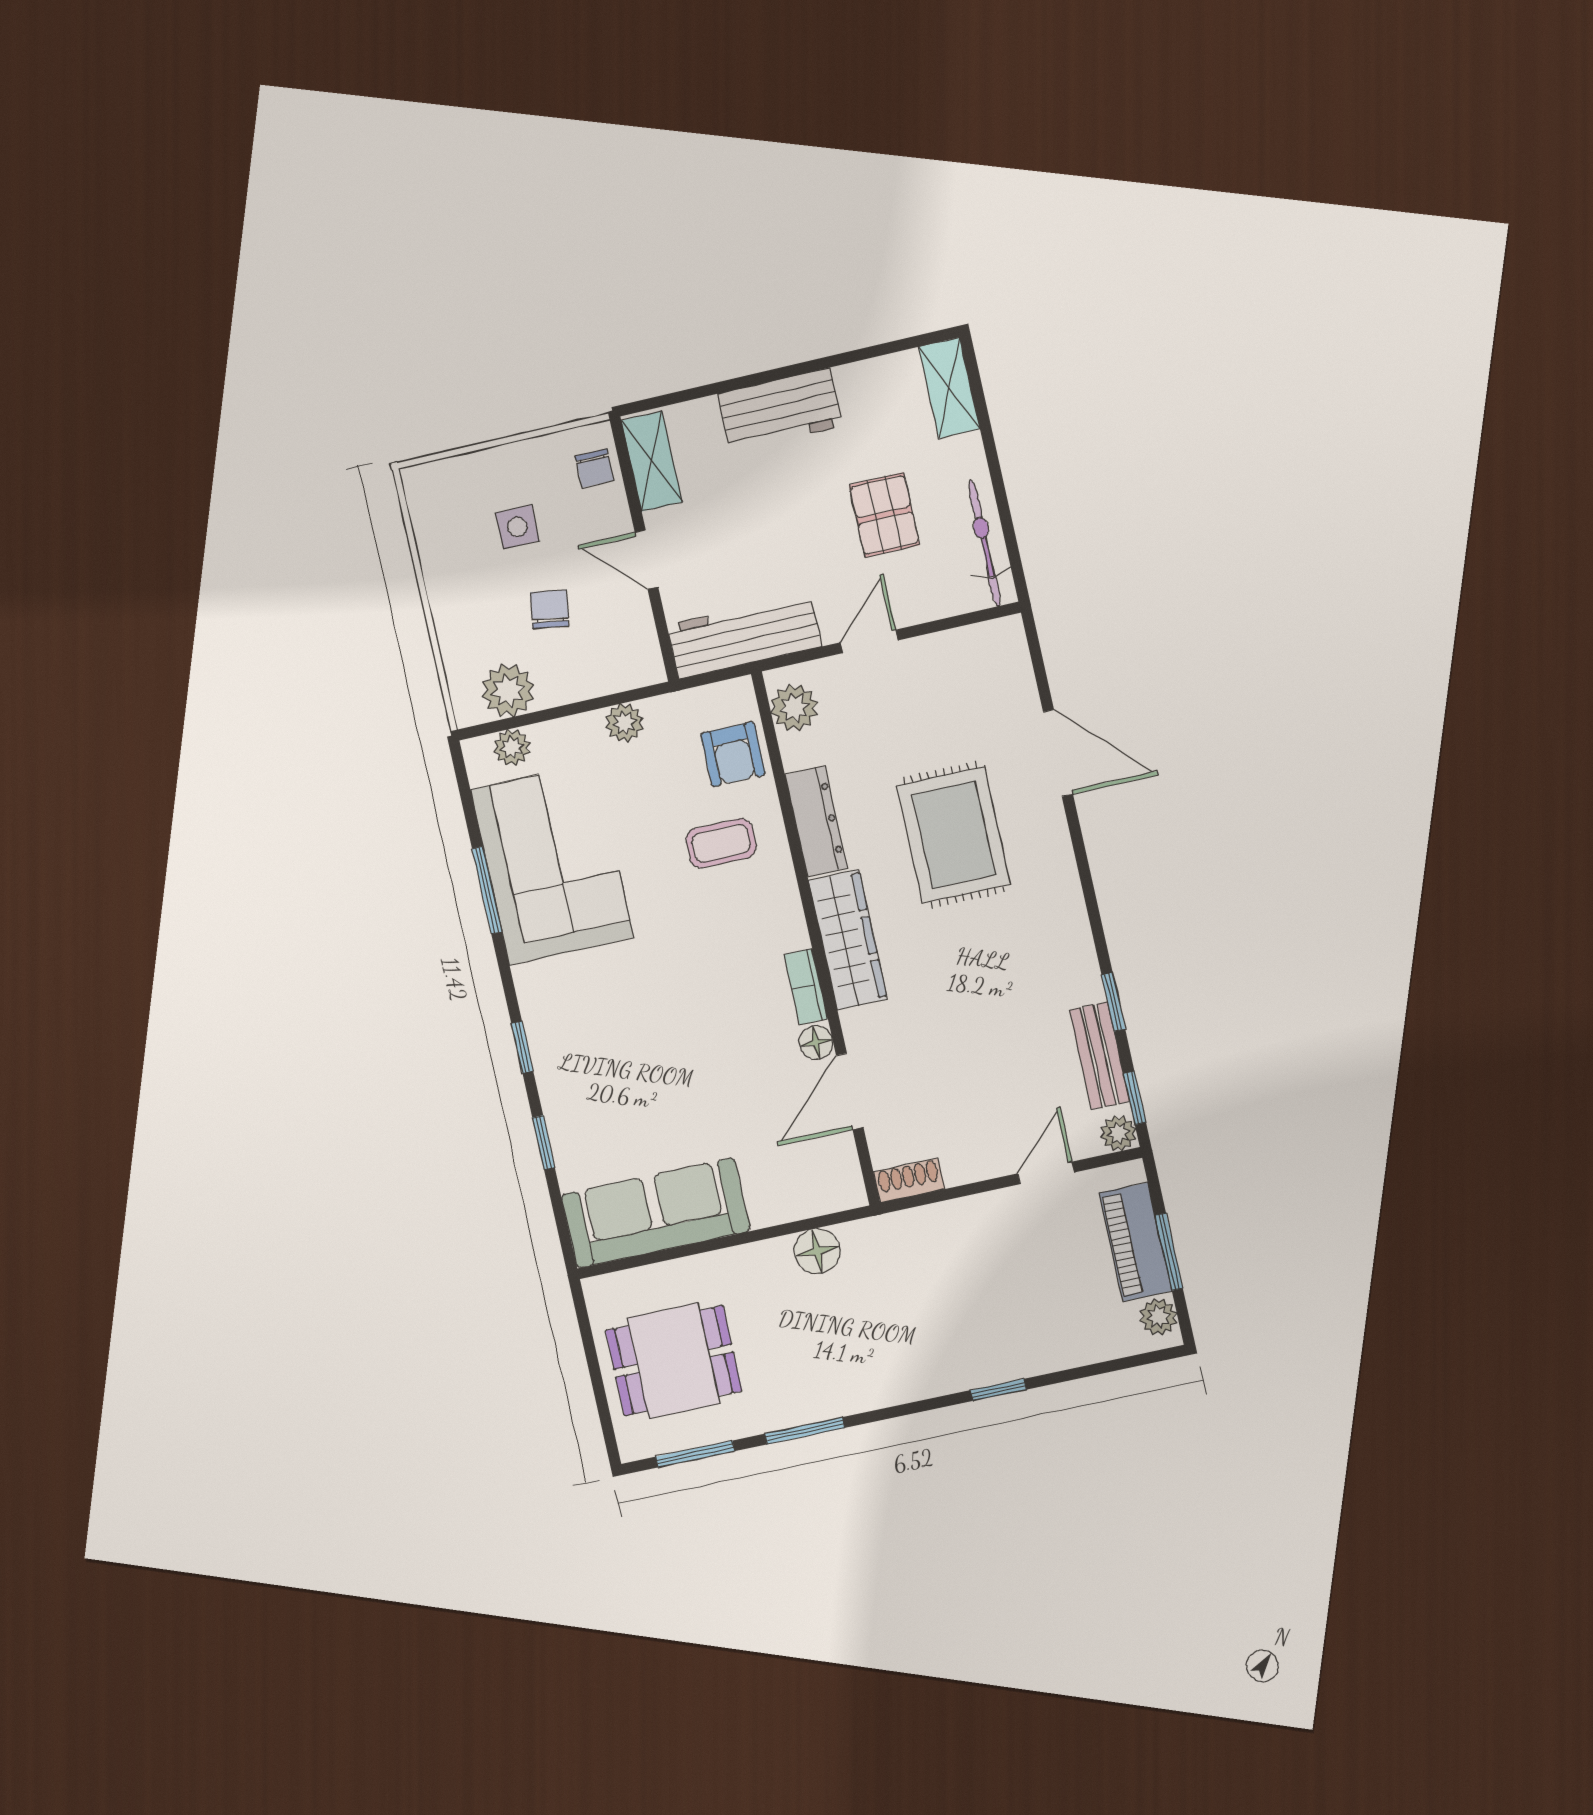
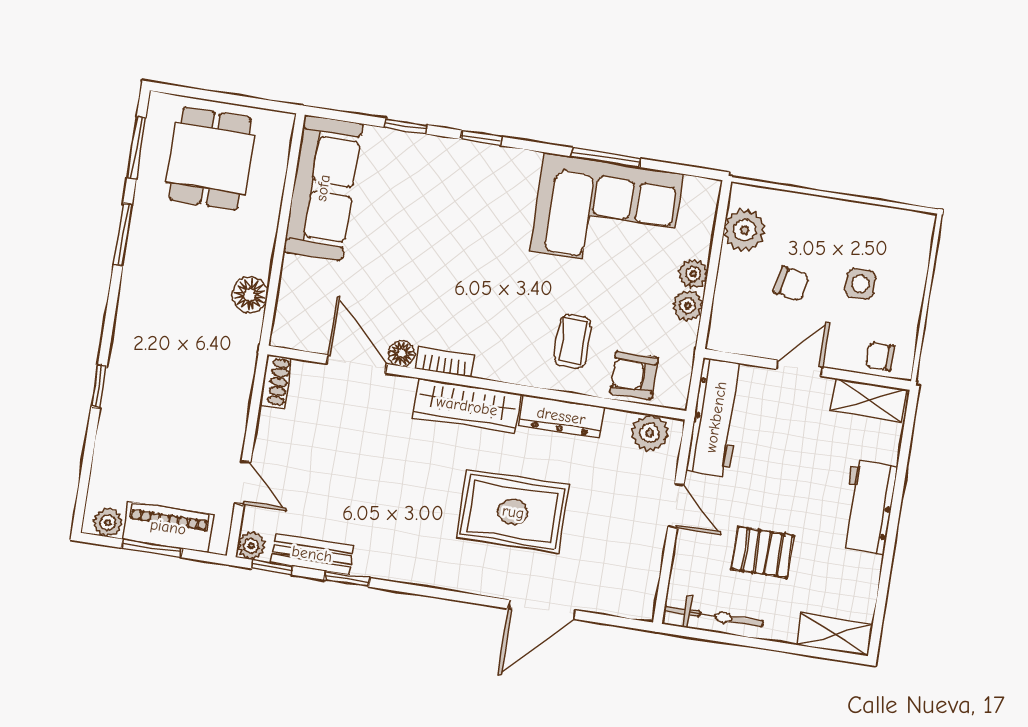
plant: (512, 747) -> (693, 274), moved

